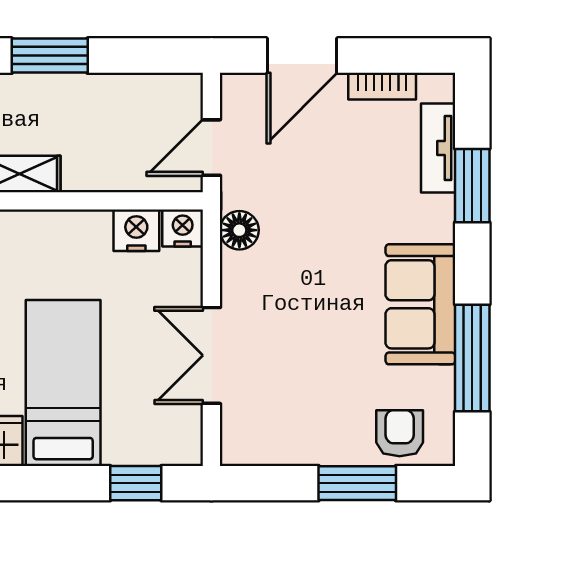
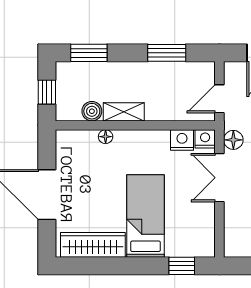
window: (50, 56) -> (167, 53), moved
double door: (211, 355) -> (219, 178), moved

